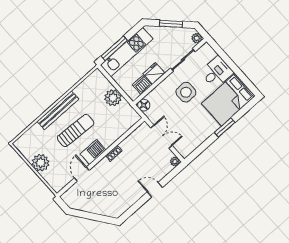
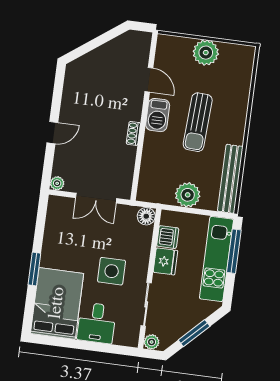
bench: (58, 110) -> (230, 179), moved

